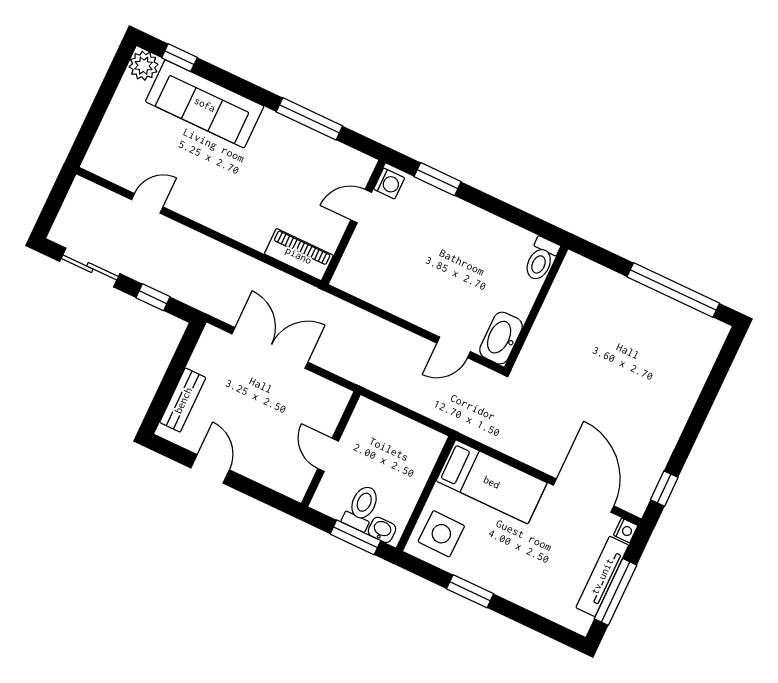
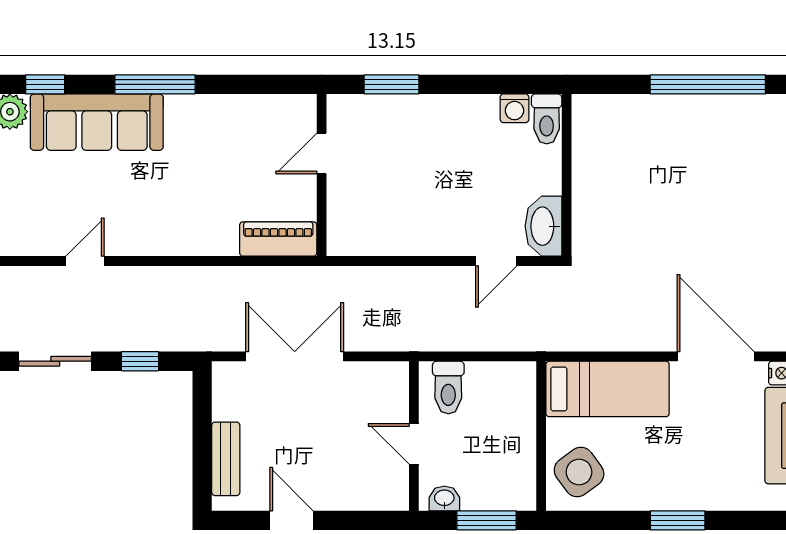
window: (309, 119) -> (155, 84), moved
washing machine: (389, 183) -> (514, 108), moved, turned 90
toilet: (362, 508) -> (448, 388), moved, turned 180
washbasin: (382, 530) -> (444, 498), moved
side table: (441, 534) -> (579, 472), turned -37
window: (470, 591) -> (678, 520), moved

